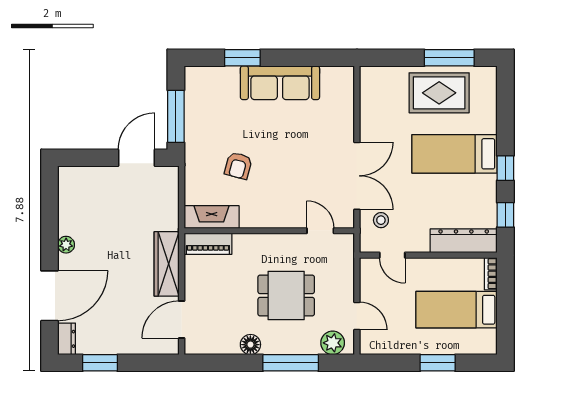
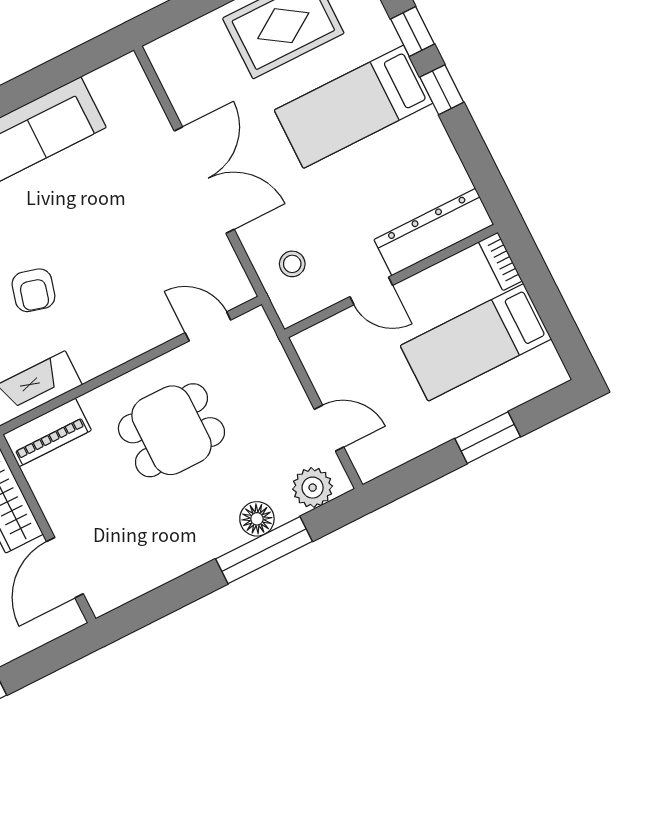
double door: (357, 176) -> (204, 180), moved
window: (505, 215) -> (412, 31), moved
door: (392, 255) -> (371, 291), moved
dining table: (286, 296) -> (171, 430), moved
floor lamp: (250, 345) -> (257, 519), moved

